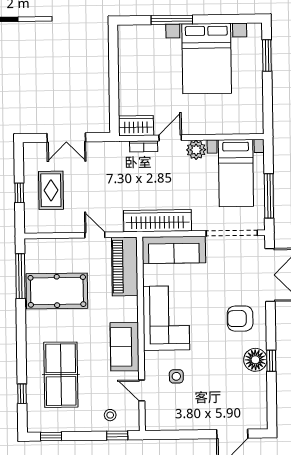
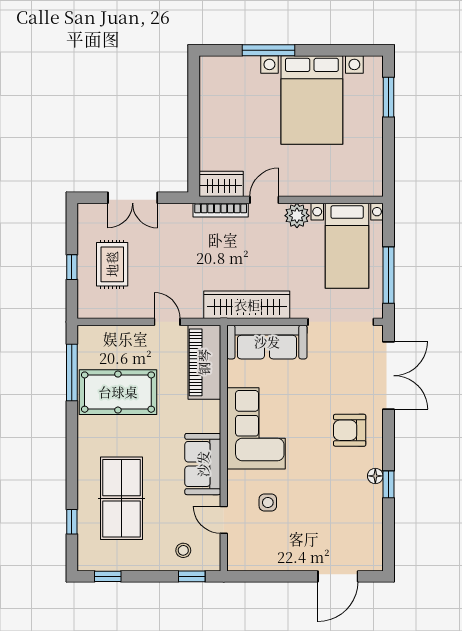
bookcase: (144, 146) -> (221, 210), width x1.56
floor lamp: (255, 360) -> (375, 476), width x0.53, depth x0.53

